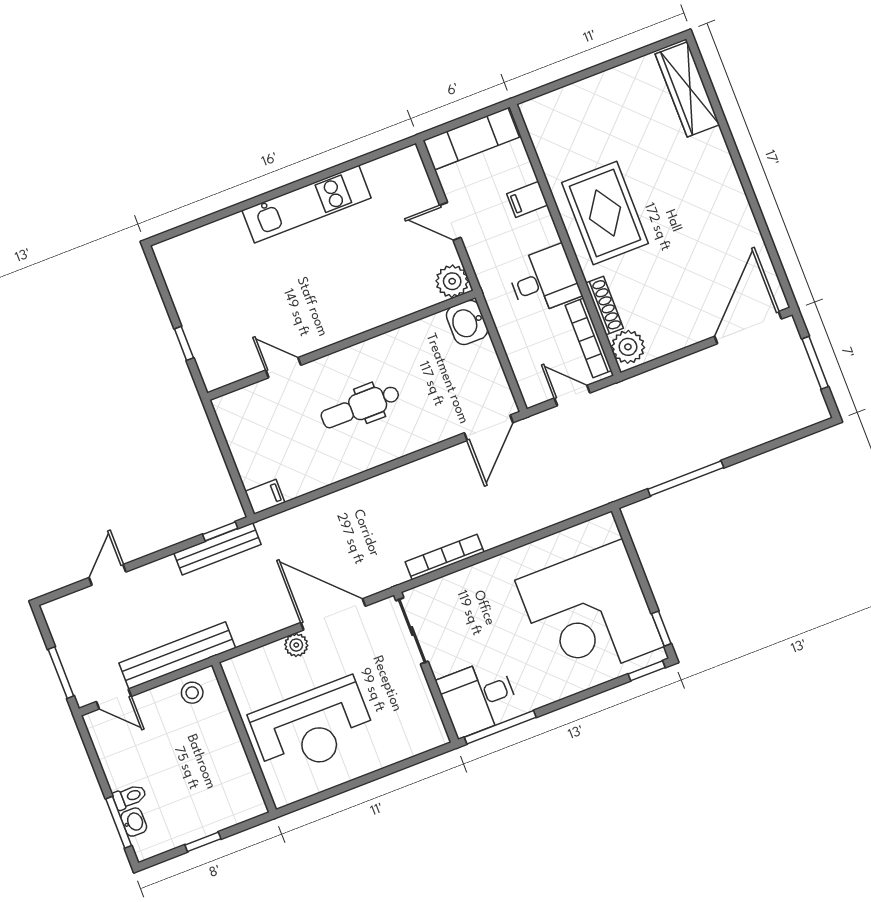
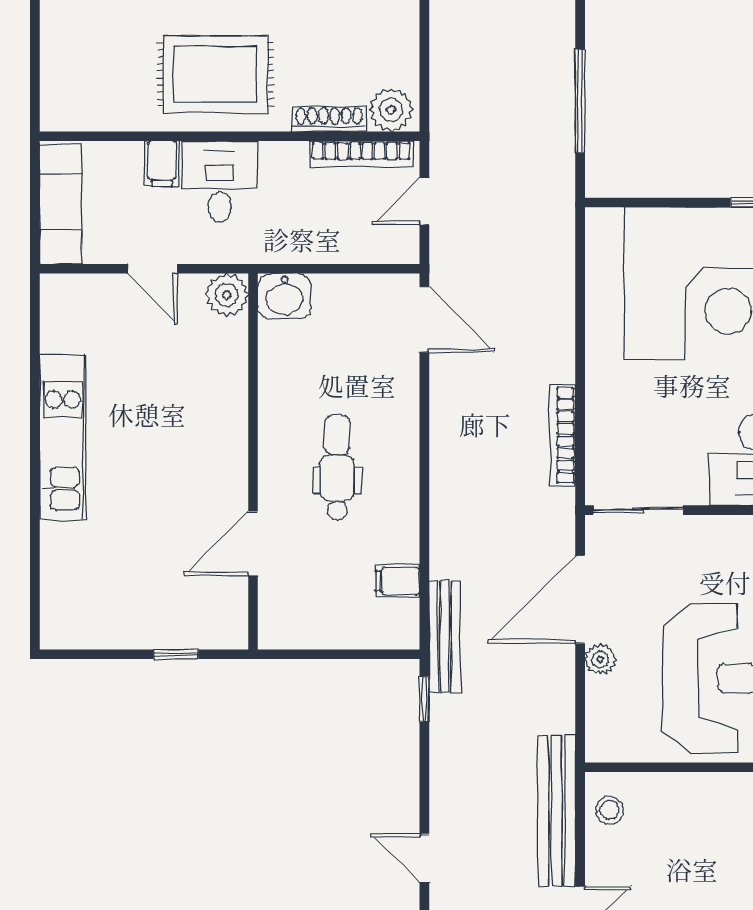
door: (450, 221) -> (152, 269), hinge flipped
desk: (544, 280) -> (220, 182), moved
door: (283, 368) -> (253, 544), width x1.38
dental chair: (360, 406) -> (337, 467), turned 180
filing cabinet: (265, 497) -> (398, 581), moved, turned -90
bench: (218, 549) -> (445, 637), moved

